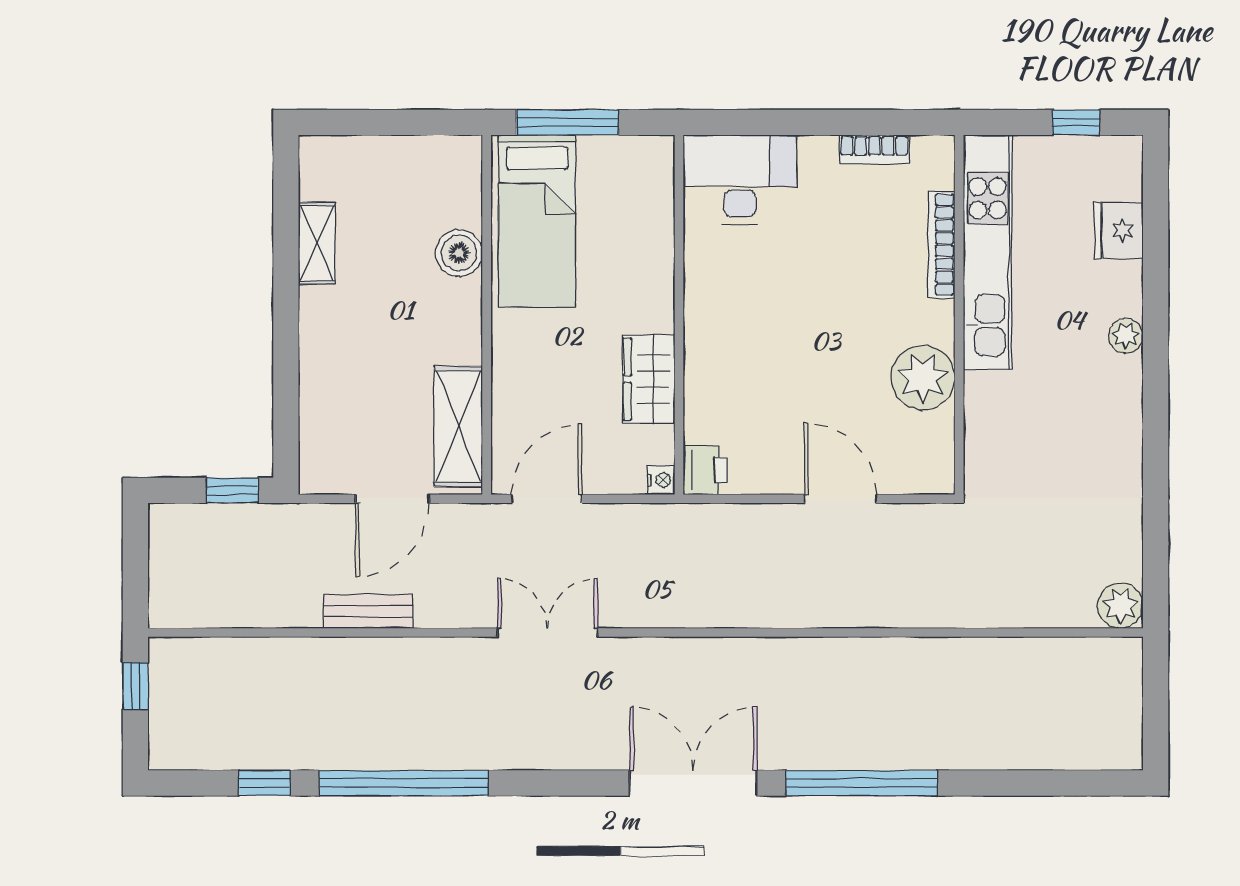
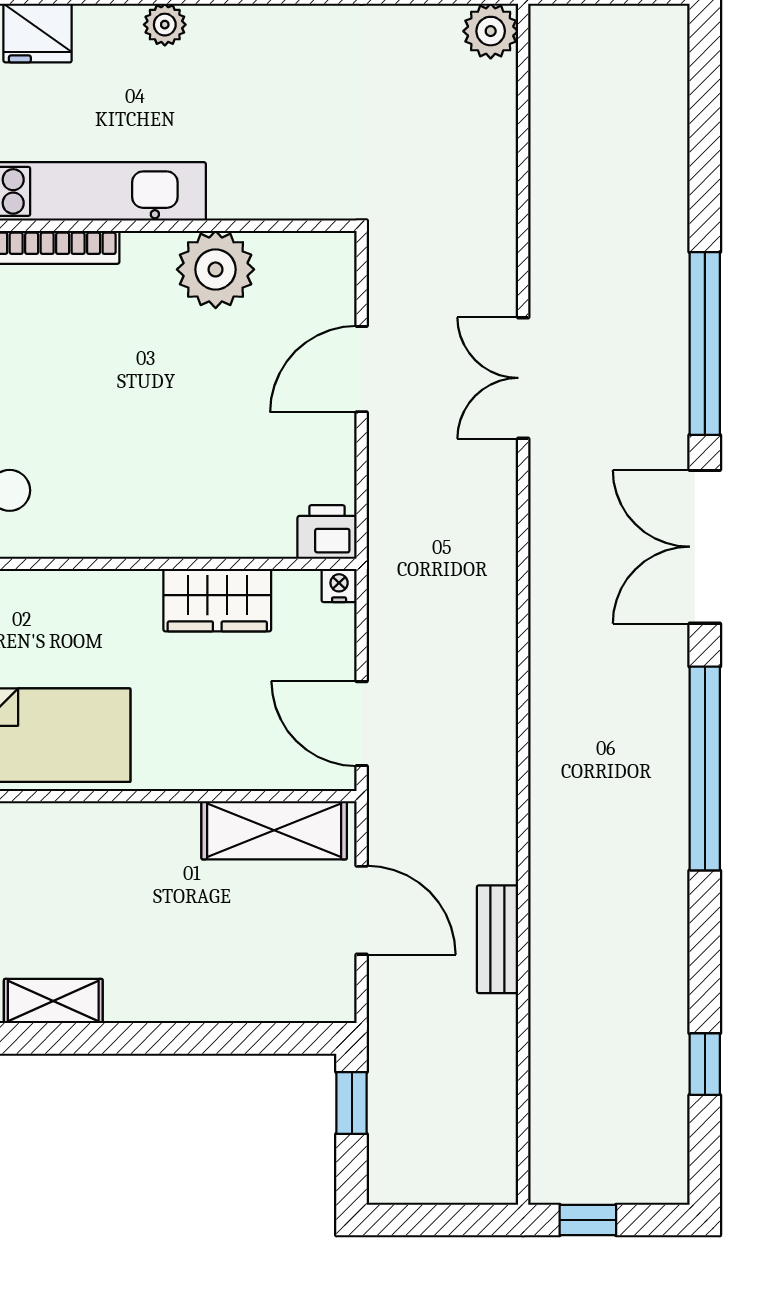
boiler: (459, 253) -> (65, 829), removed
double door: (547, 632) -> (523, 378), moved
window: (404, 783) -> (705, 768), moved

